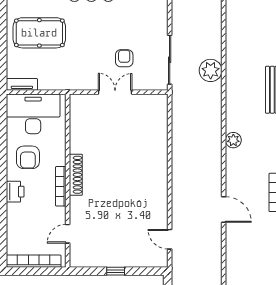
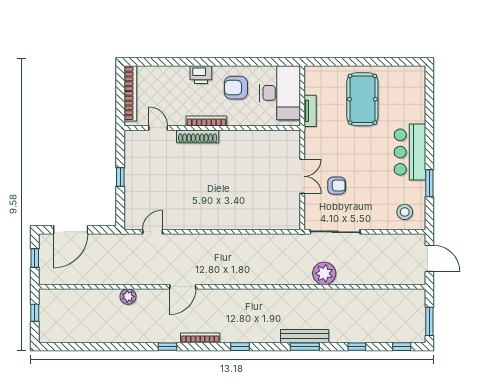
tv unit: (22, 84) -> (310, 111), moved
plant: (233, 140) -> (128, 296), moved
shoe rack: (76, 175) -> (198, 136), moved

